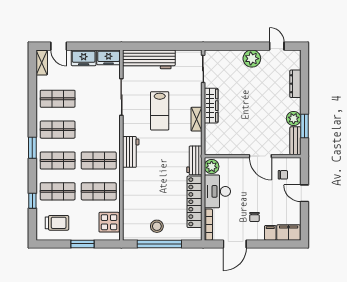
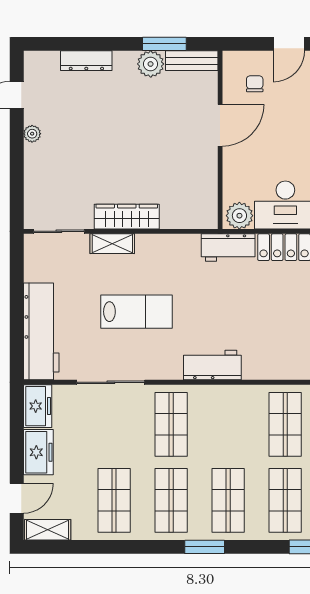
plant: (252, 59) -> (32, 134), width x0.53, depth x0.53
shelving: (196, 119) -> (112, 244), moved
shop shelf: (99, 160) -> (171, 424), moved

